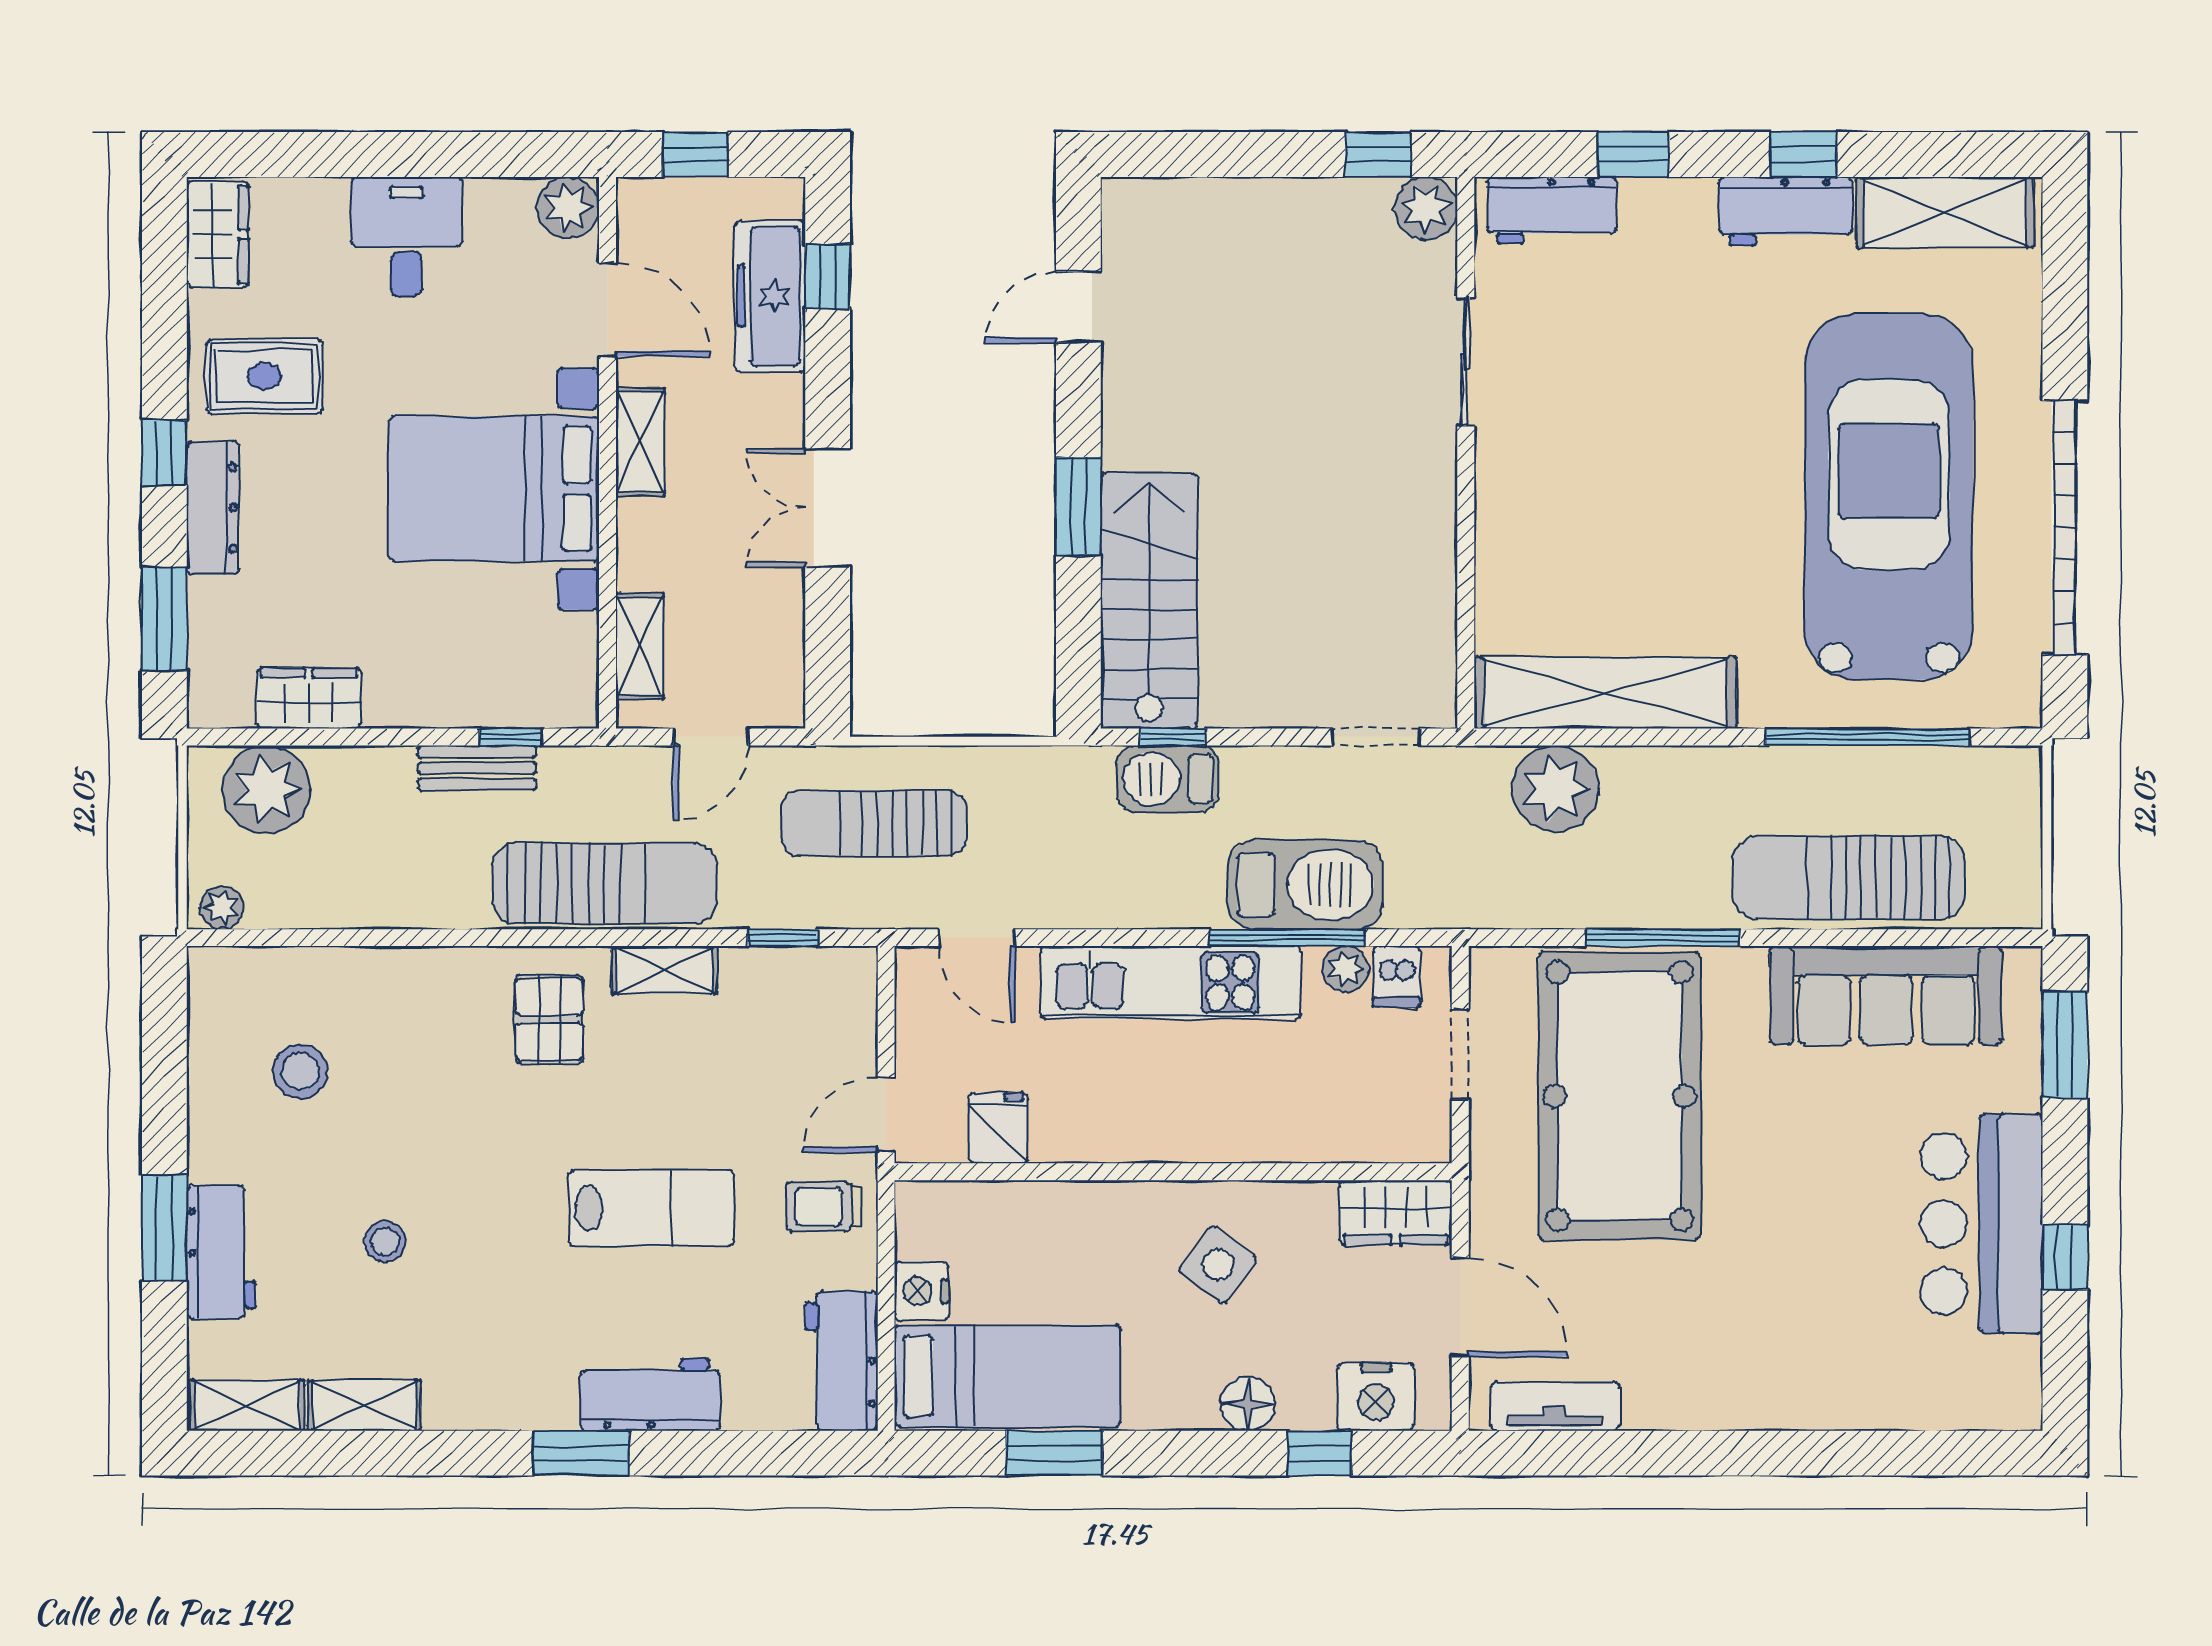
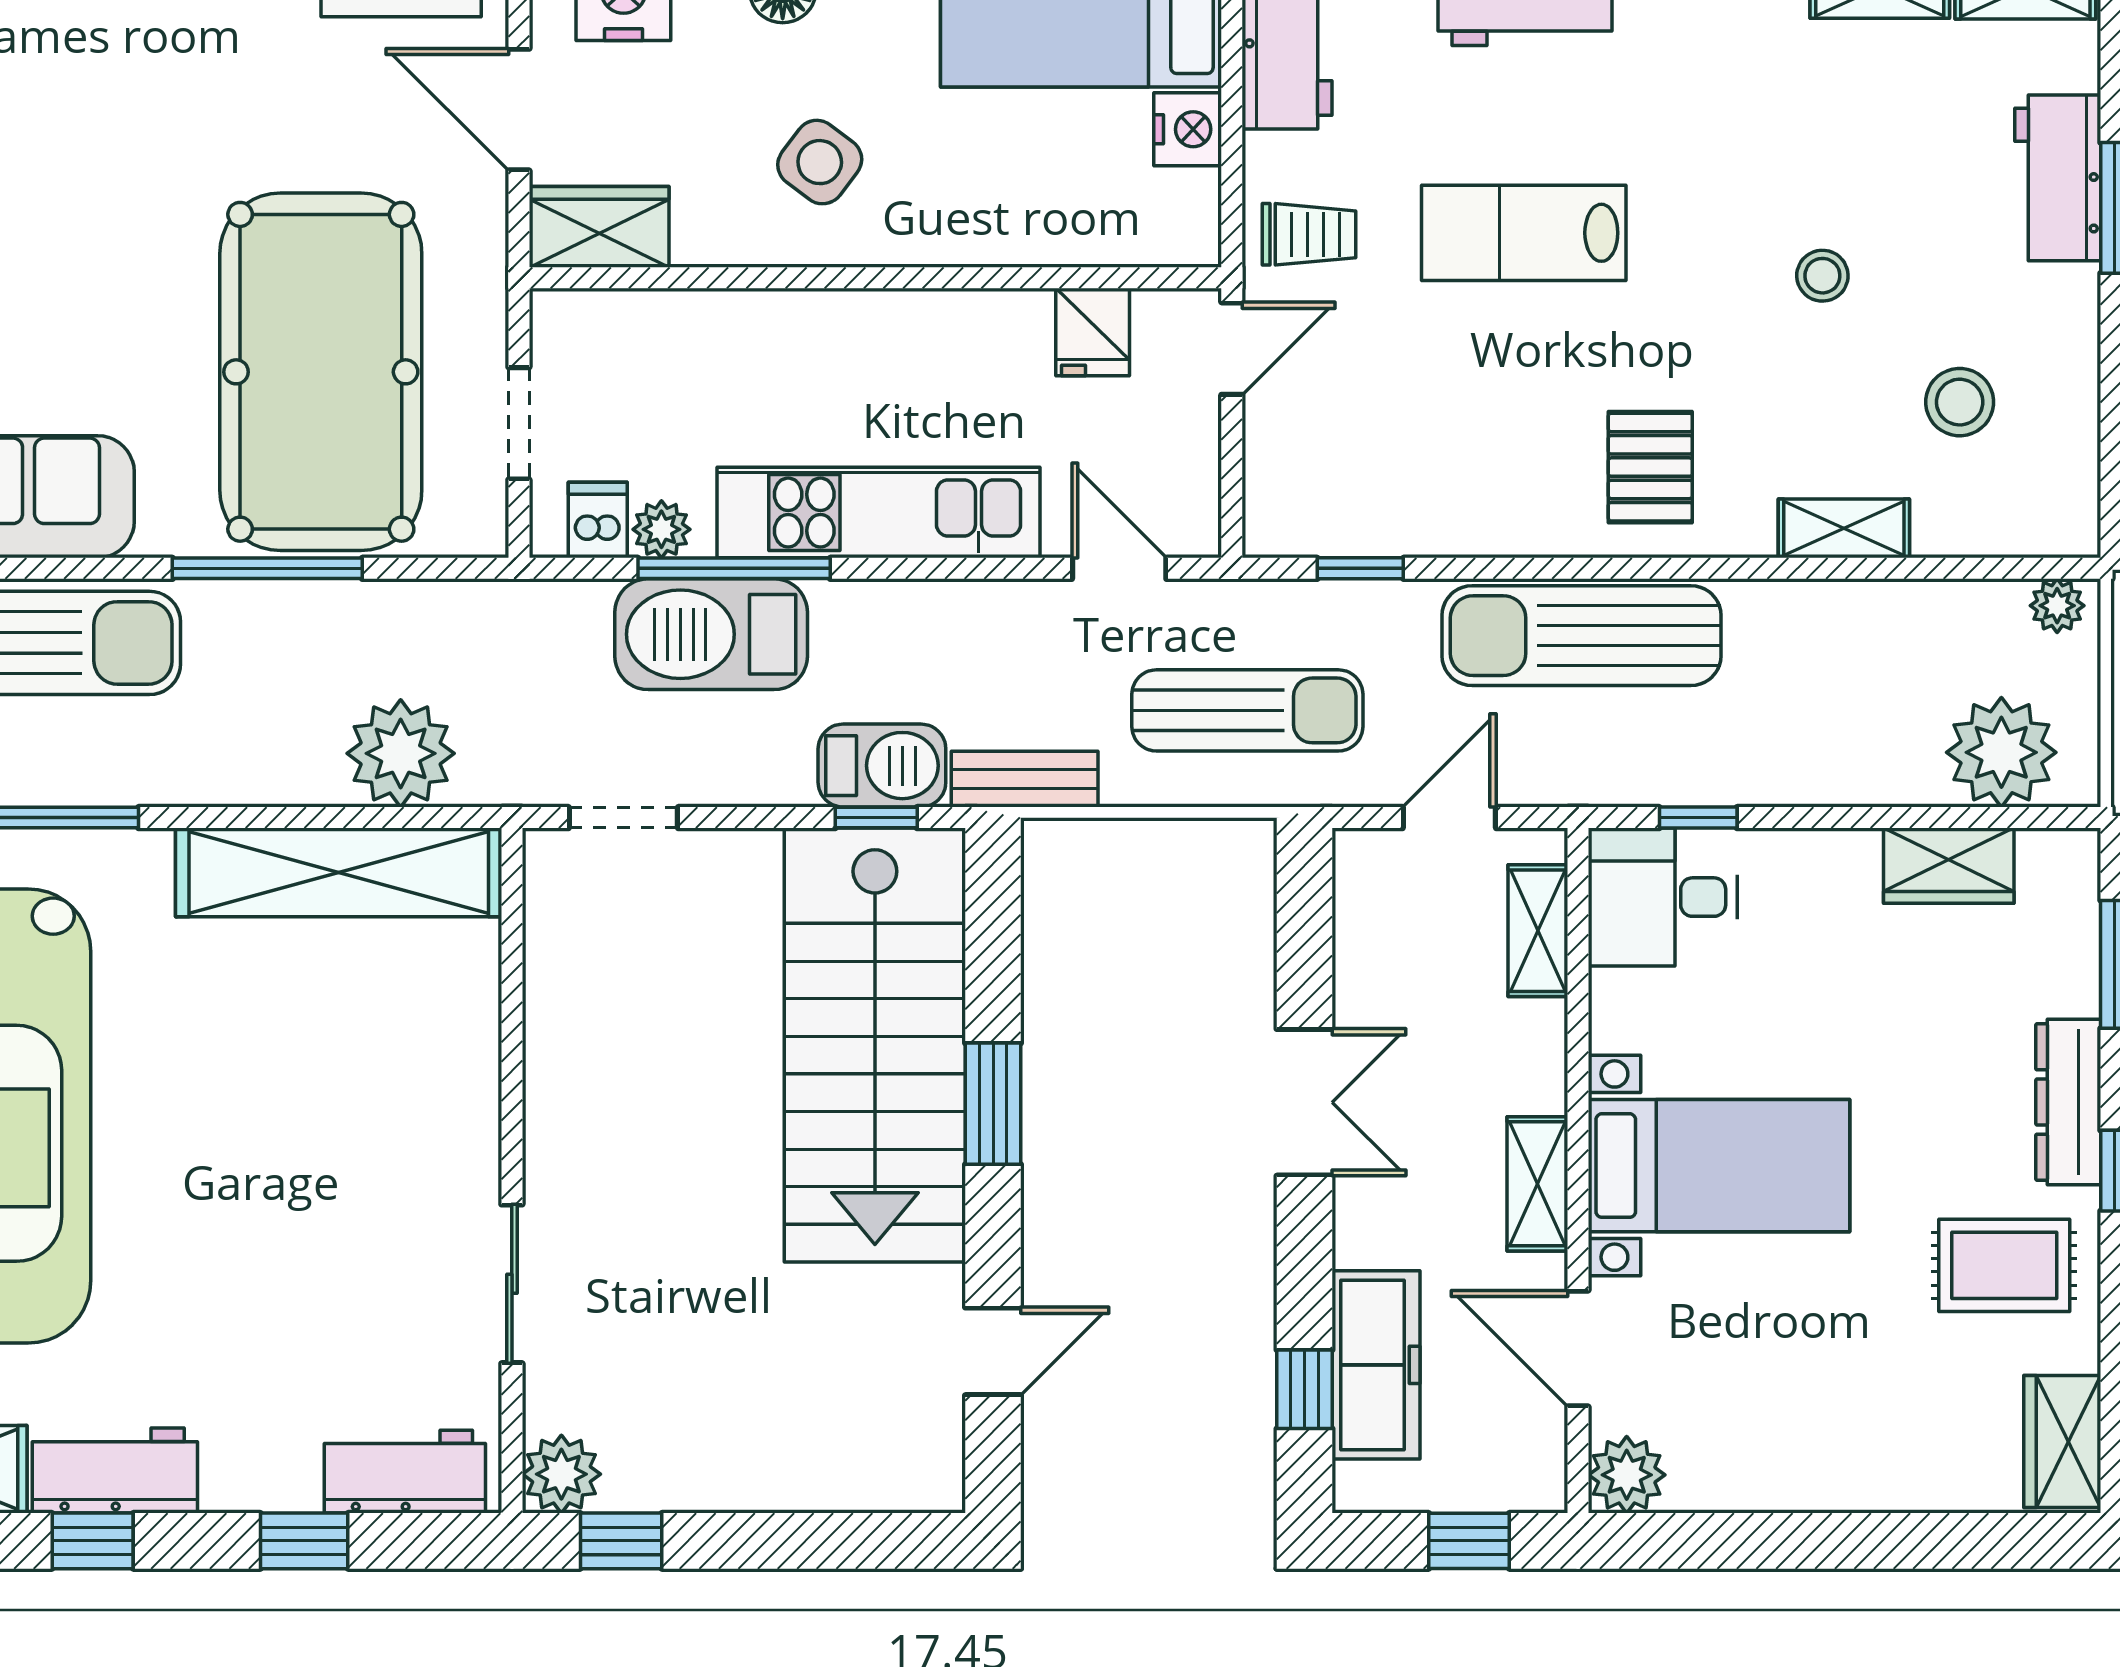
desk: (406, 237) -> (1663, 897), moved, turned 90
bed with nightstands: (494, 489) -> (1719, 1166), width x0.73
stairs: (1149, 600) -> (875, 1045), width x1.36, depth x1.51
bench: (477, 768) -> (1025, 779), moved
shelving: (664, 970) -> (1844, 528), moved
stool: (385, 1242) -> (1822, 276), moved

